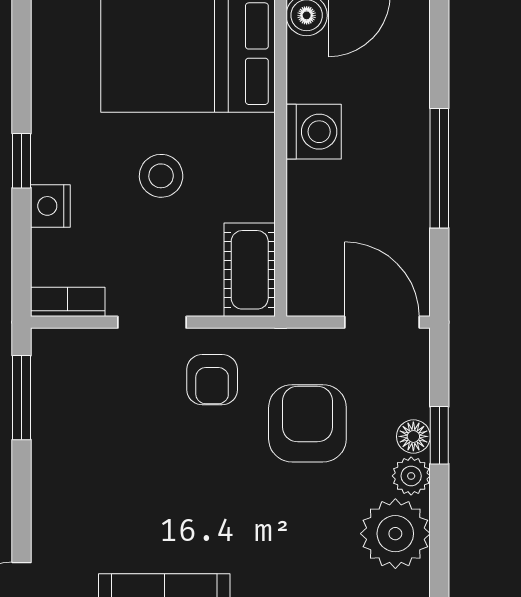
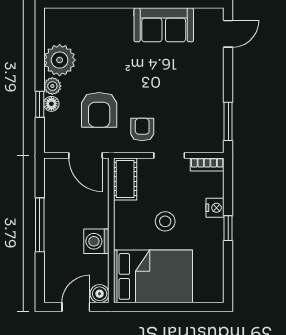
door: (382, 322) -> (86, 155), moved

